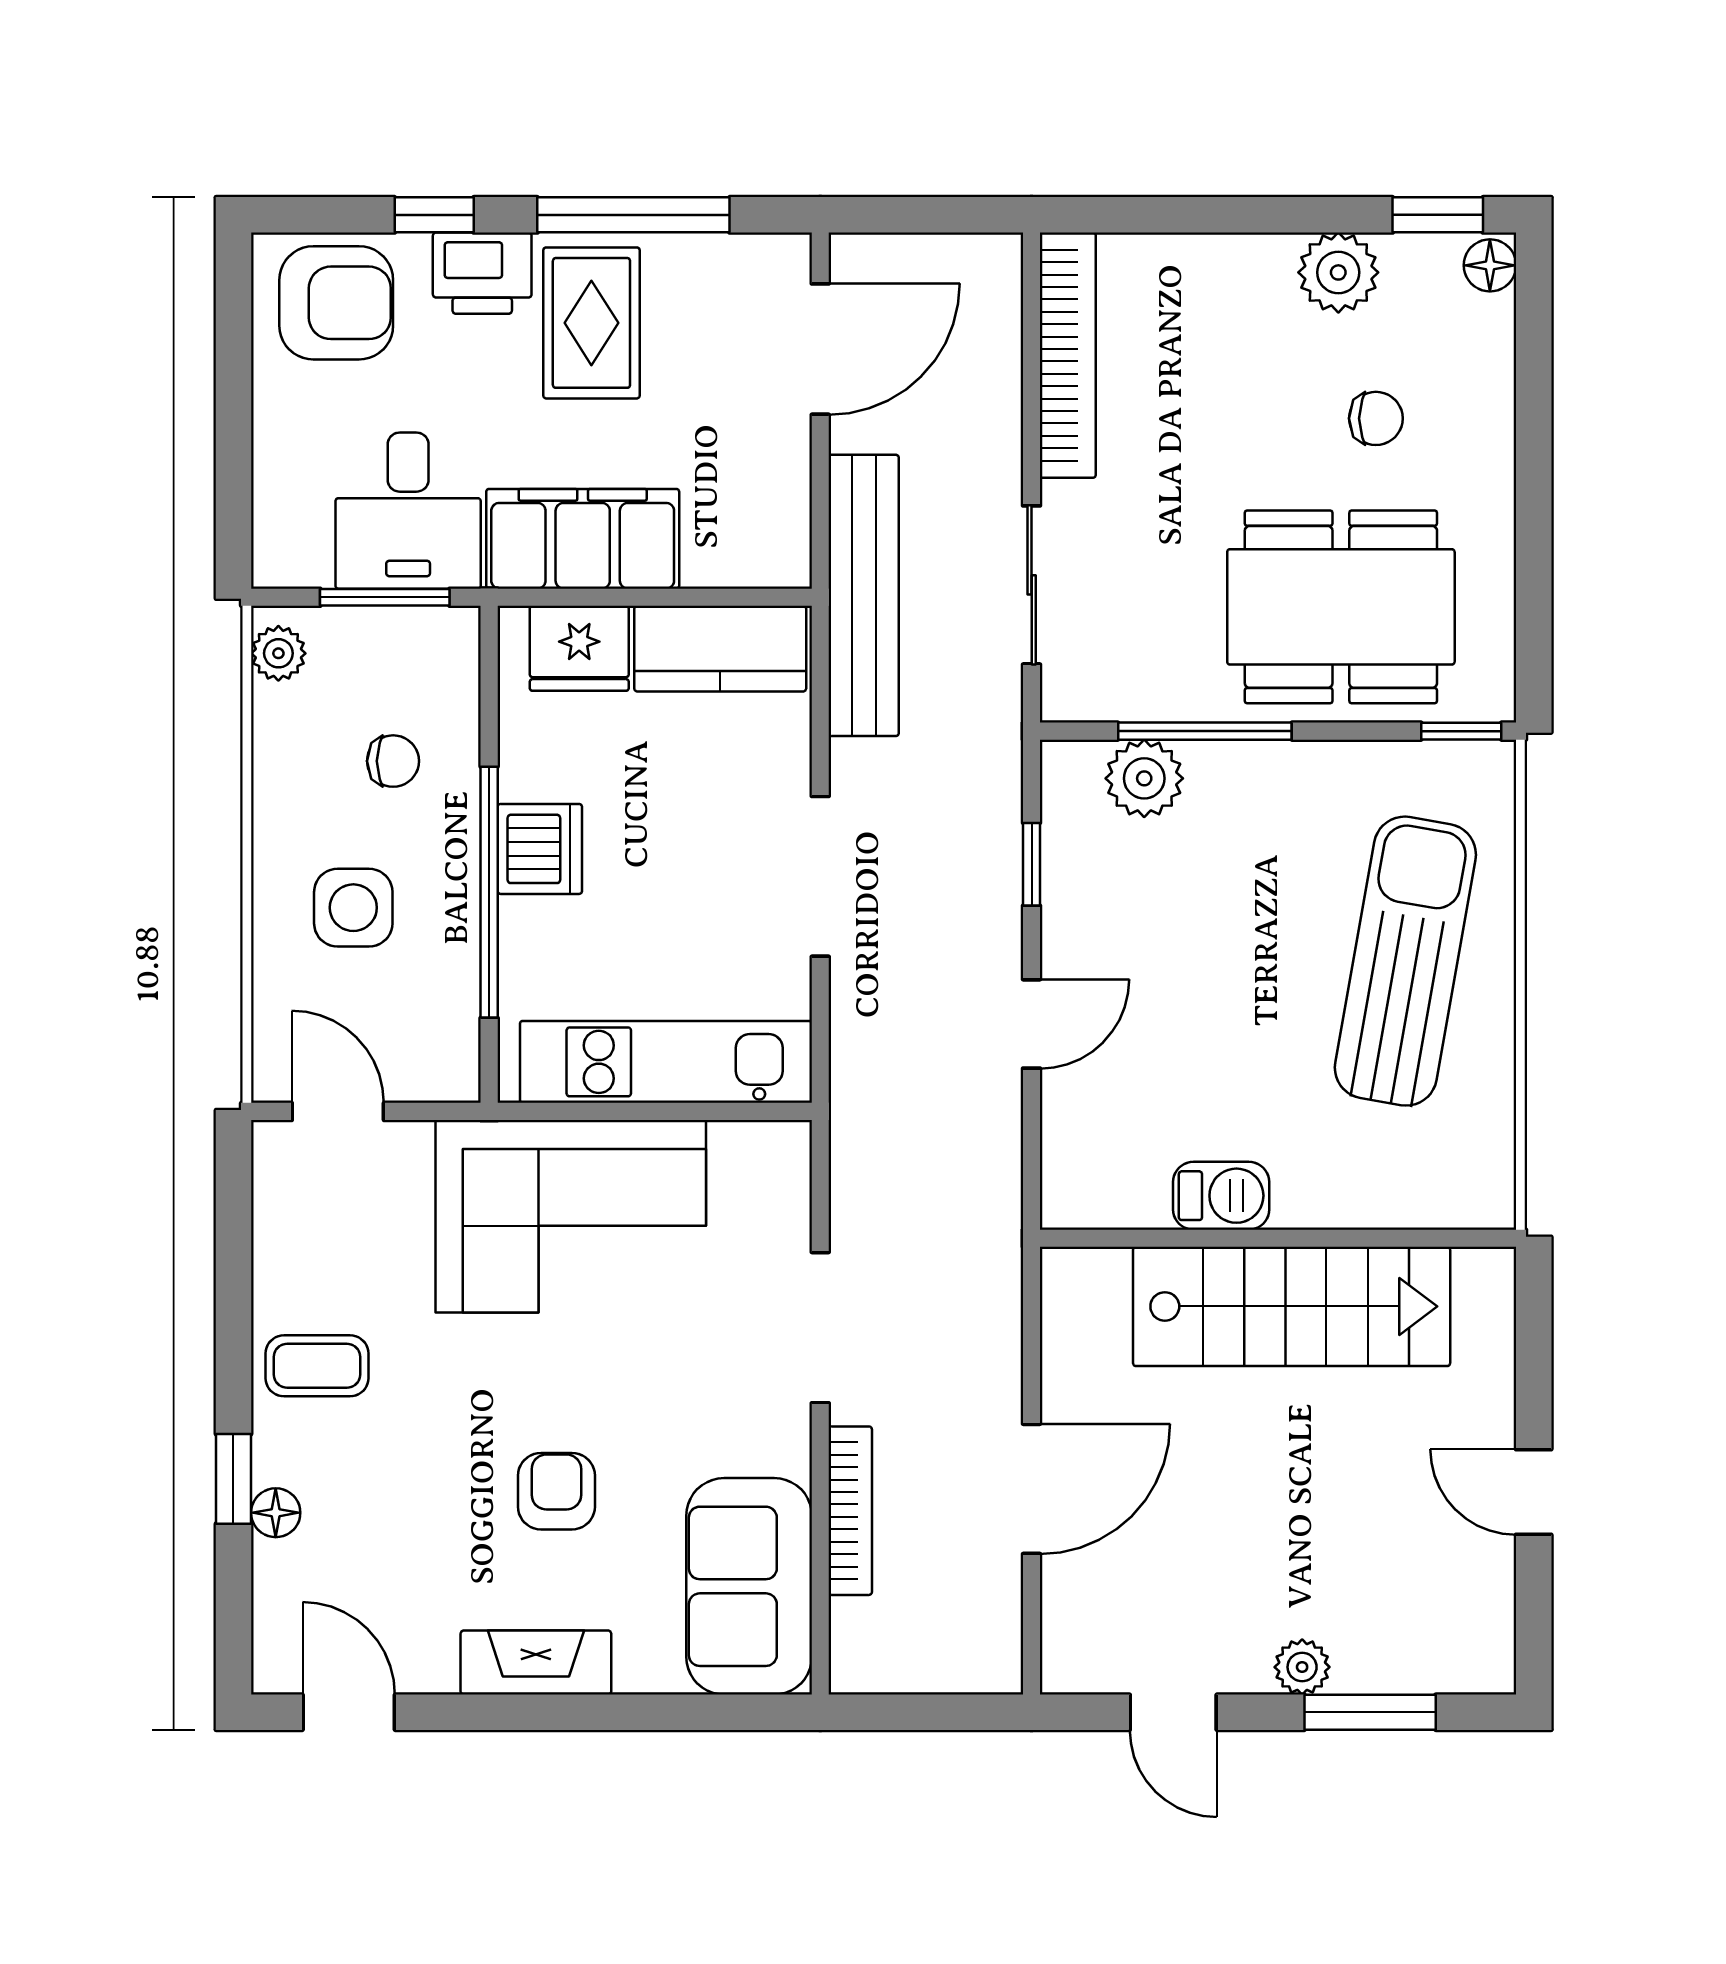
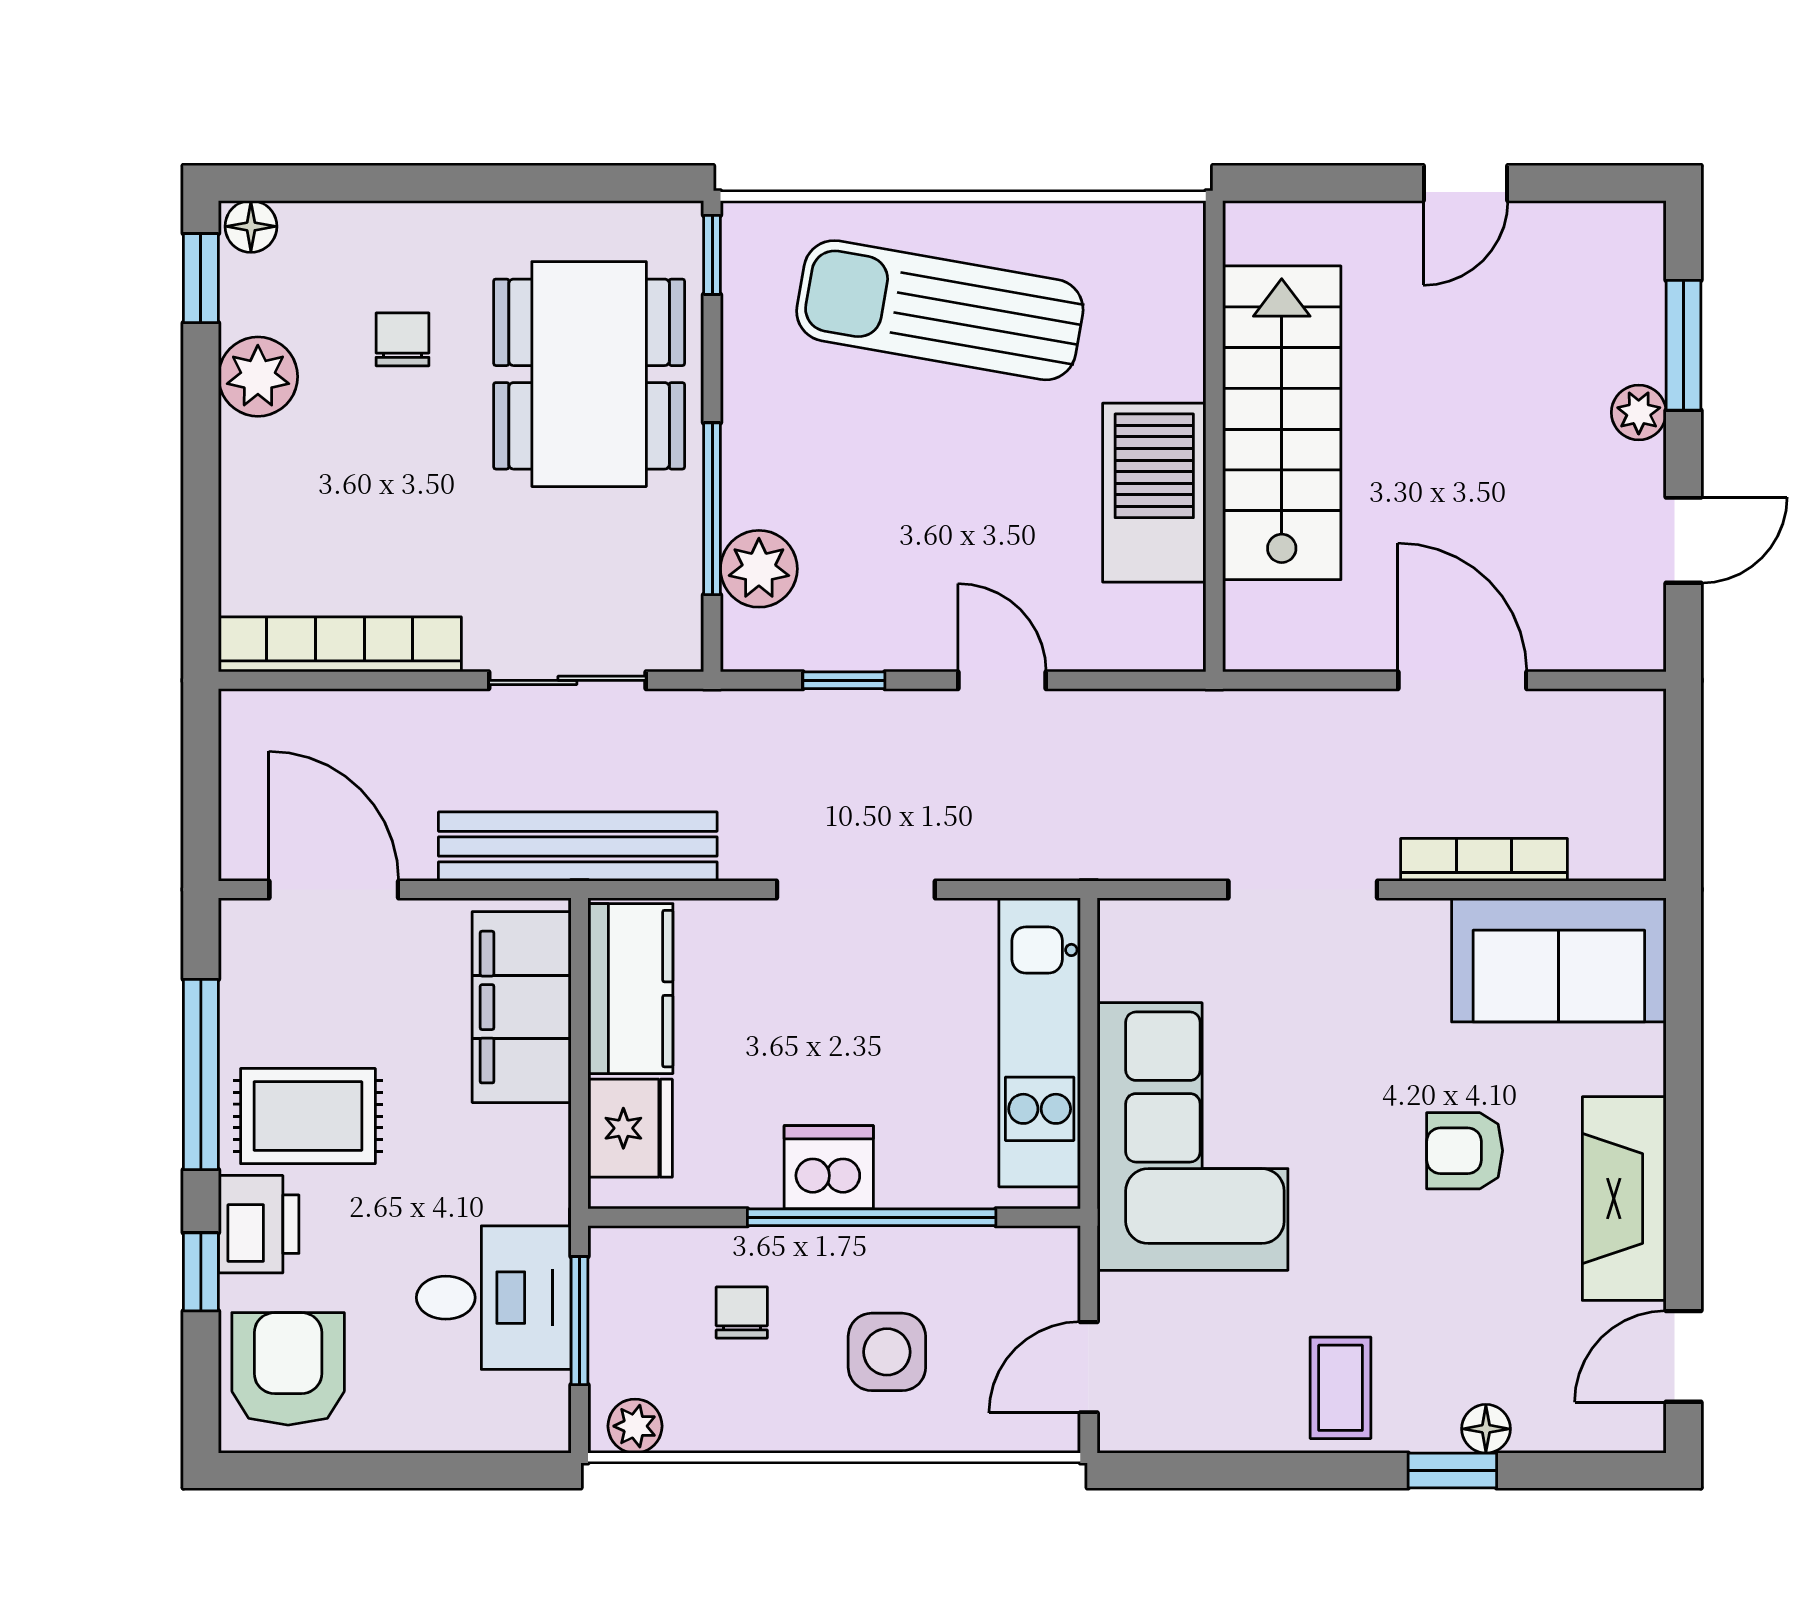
filing cabinet: (583, 539) -> (522, 1007), moved
barbecue: (1221, 1196) -> (1154, 493), width x1.88, depth x1.53
fireplace: (536, 1663) -> (1624, 1199), width x1.37, depth x1.32

